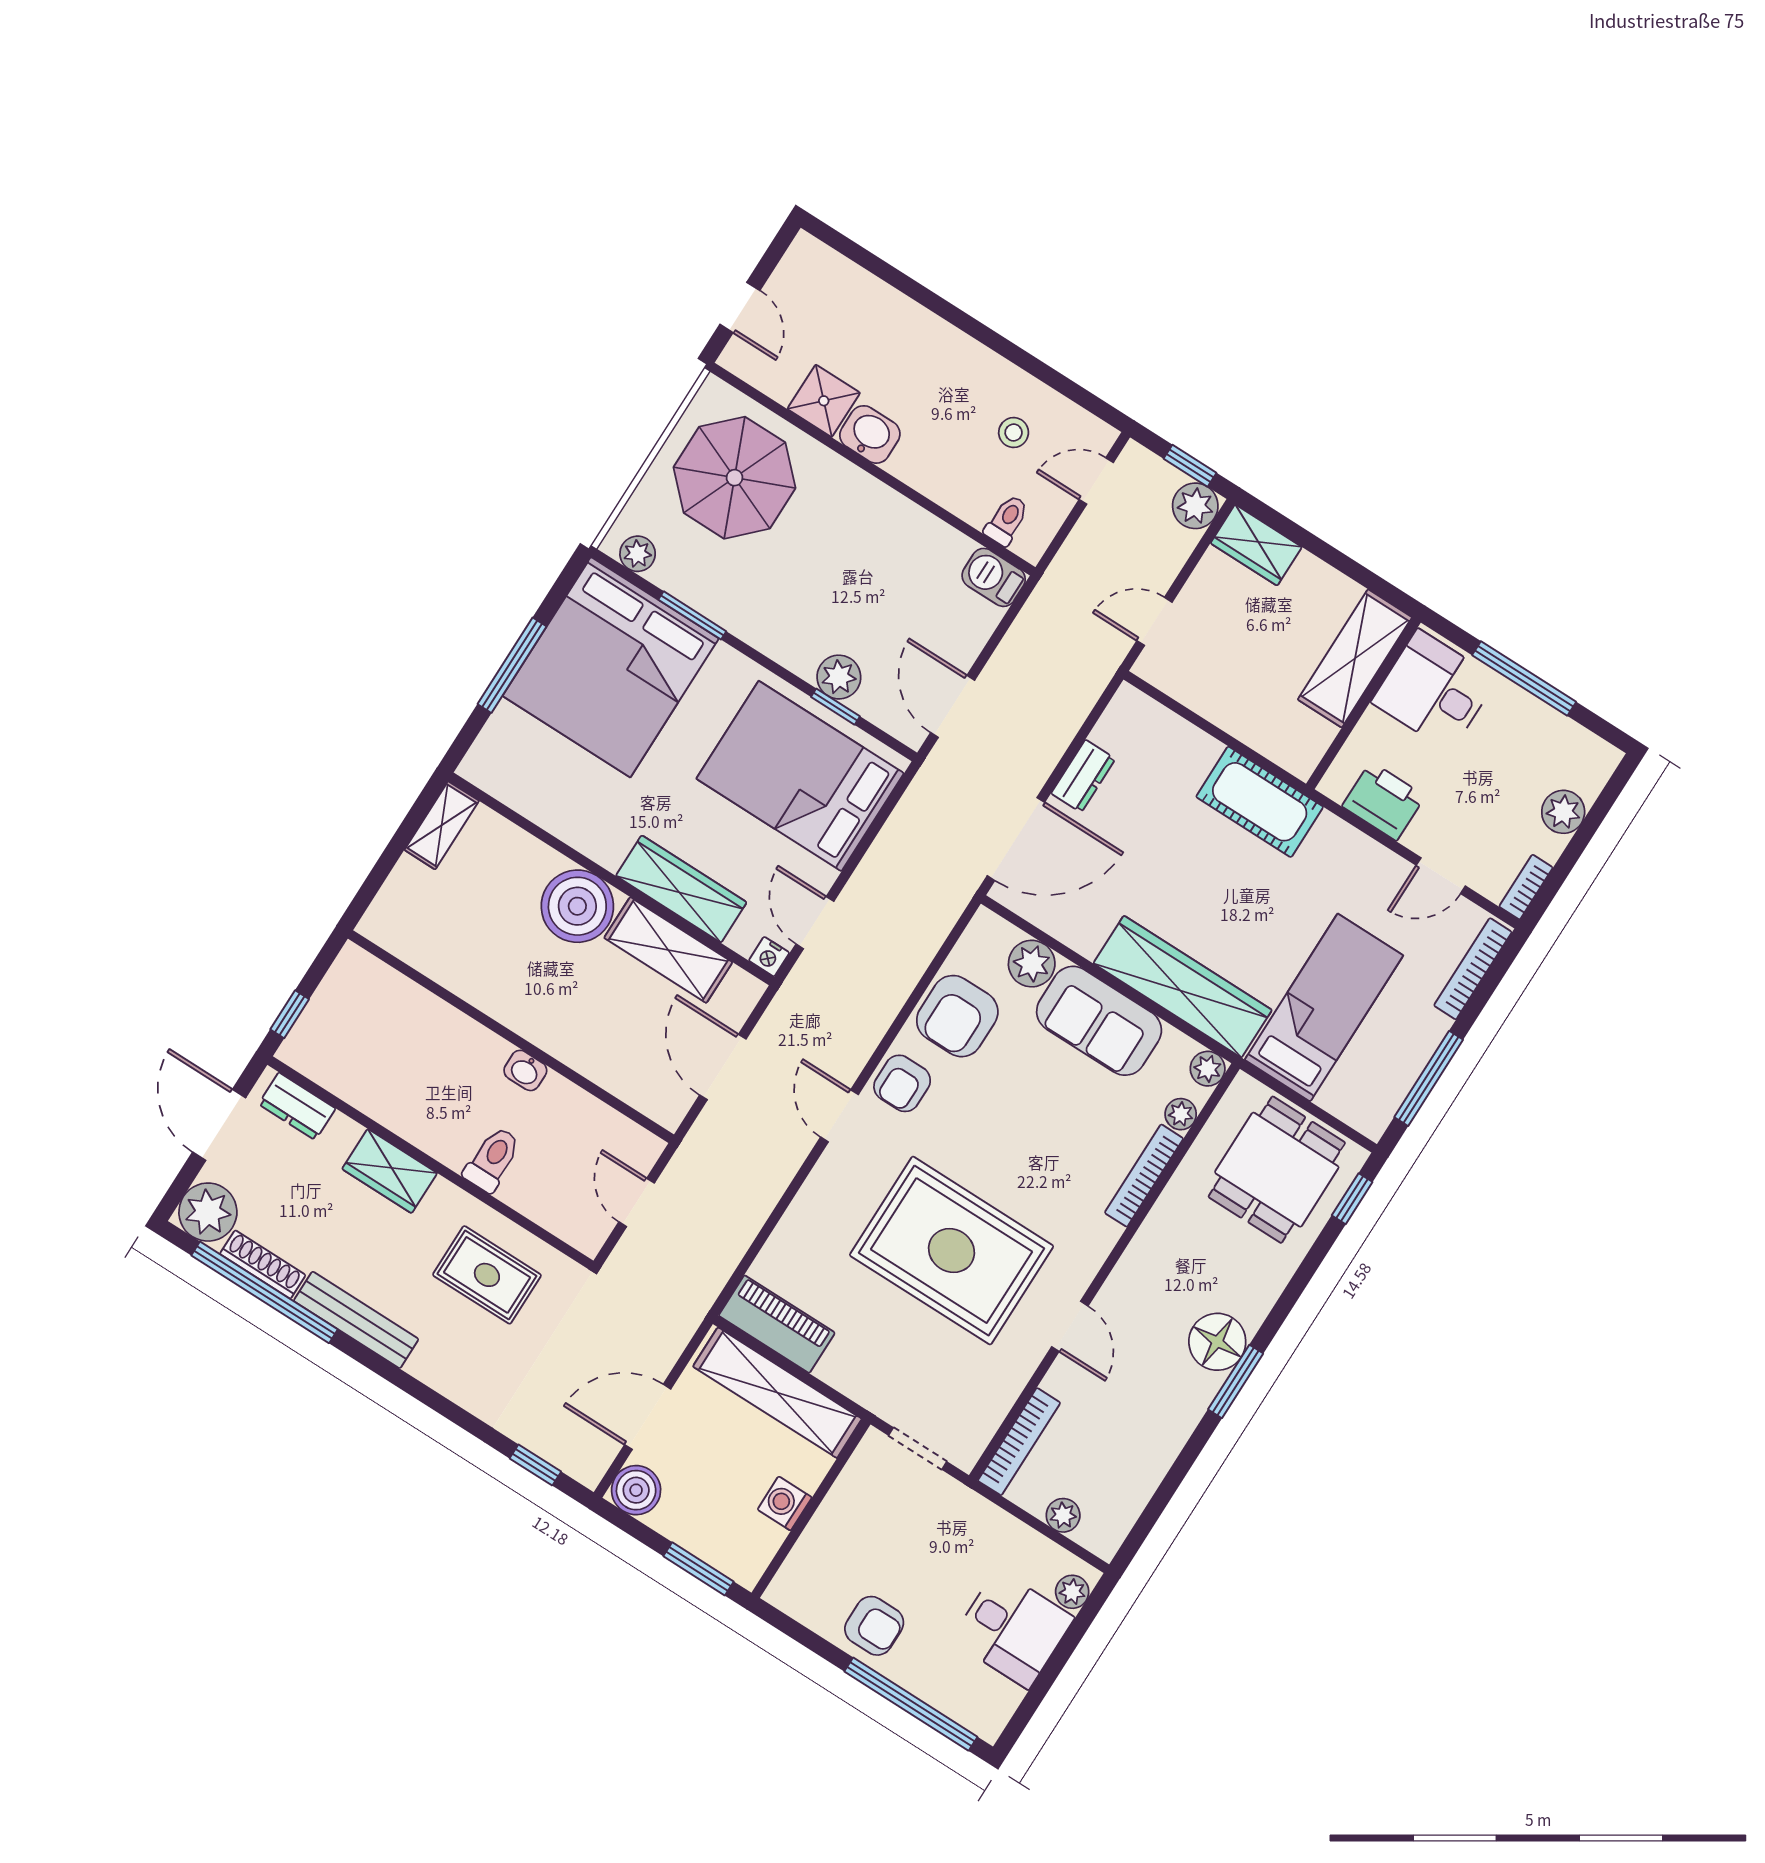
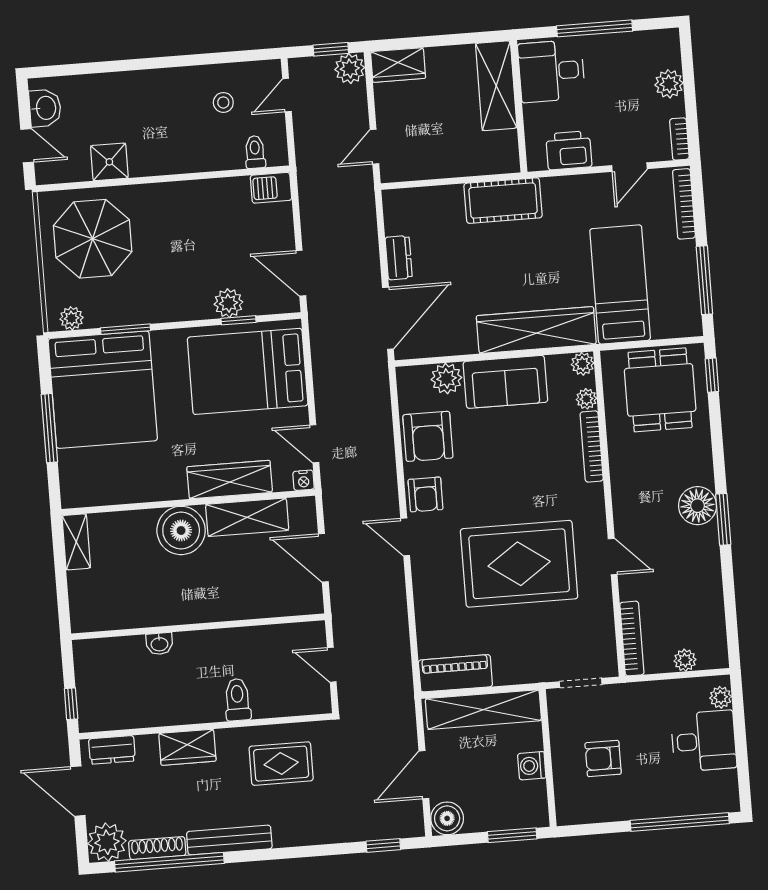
washbasin: (870, 434) -> (45, 108), moved, turned 90
washbasin: (525, 1070) -> (159, 644), moved
armchair: (874, 1626) -> (603, 758), moved, turned 180

